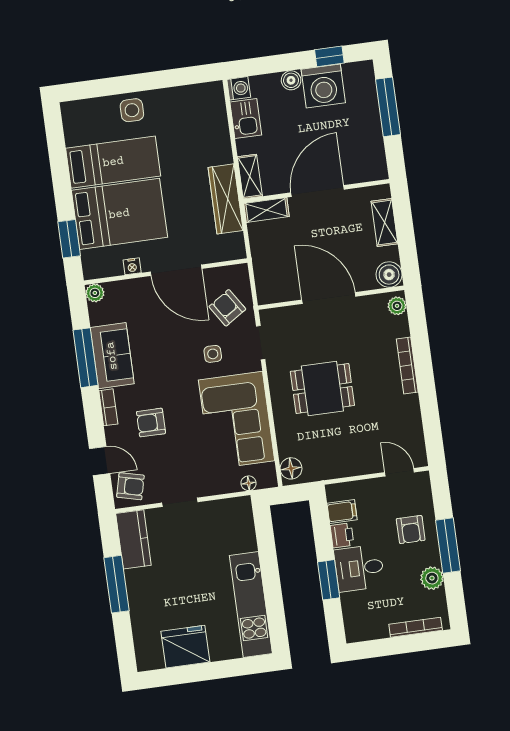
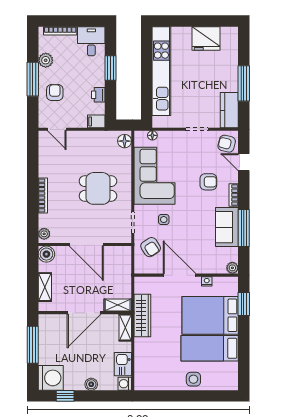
washing machine: (323, 86) -> (51, 378), moved, turned 90
window: (388, 107) -> (33, 345), moved
filing cabinet: (342, 512) -> (96, 121), moved
desk: (359, 568) -> (91, 41), moved, turned -90
kitchen unit: (251, 605) -> (161, 71), width x1.36

